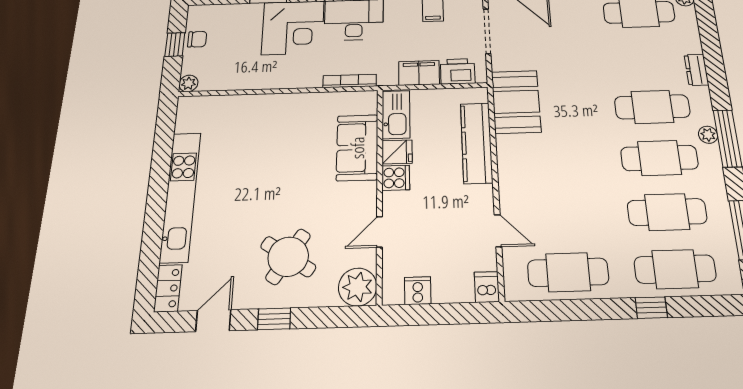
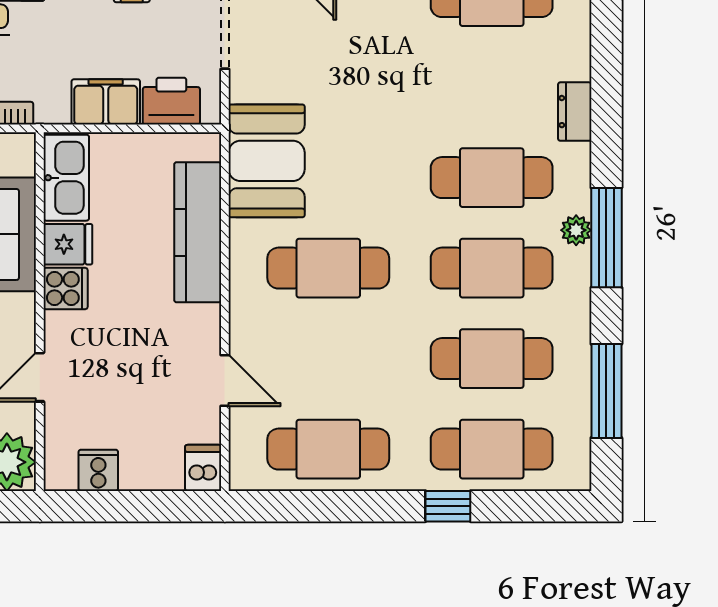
cafe table: (558, 161) -> (328, 268), added

